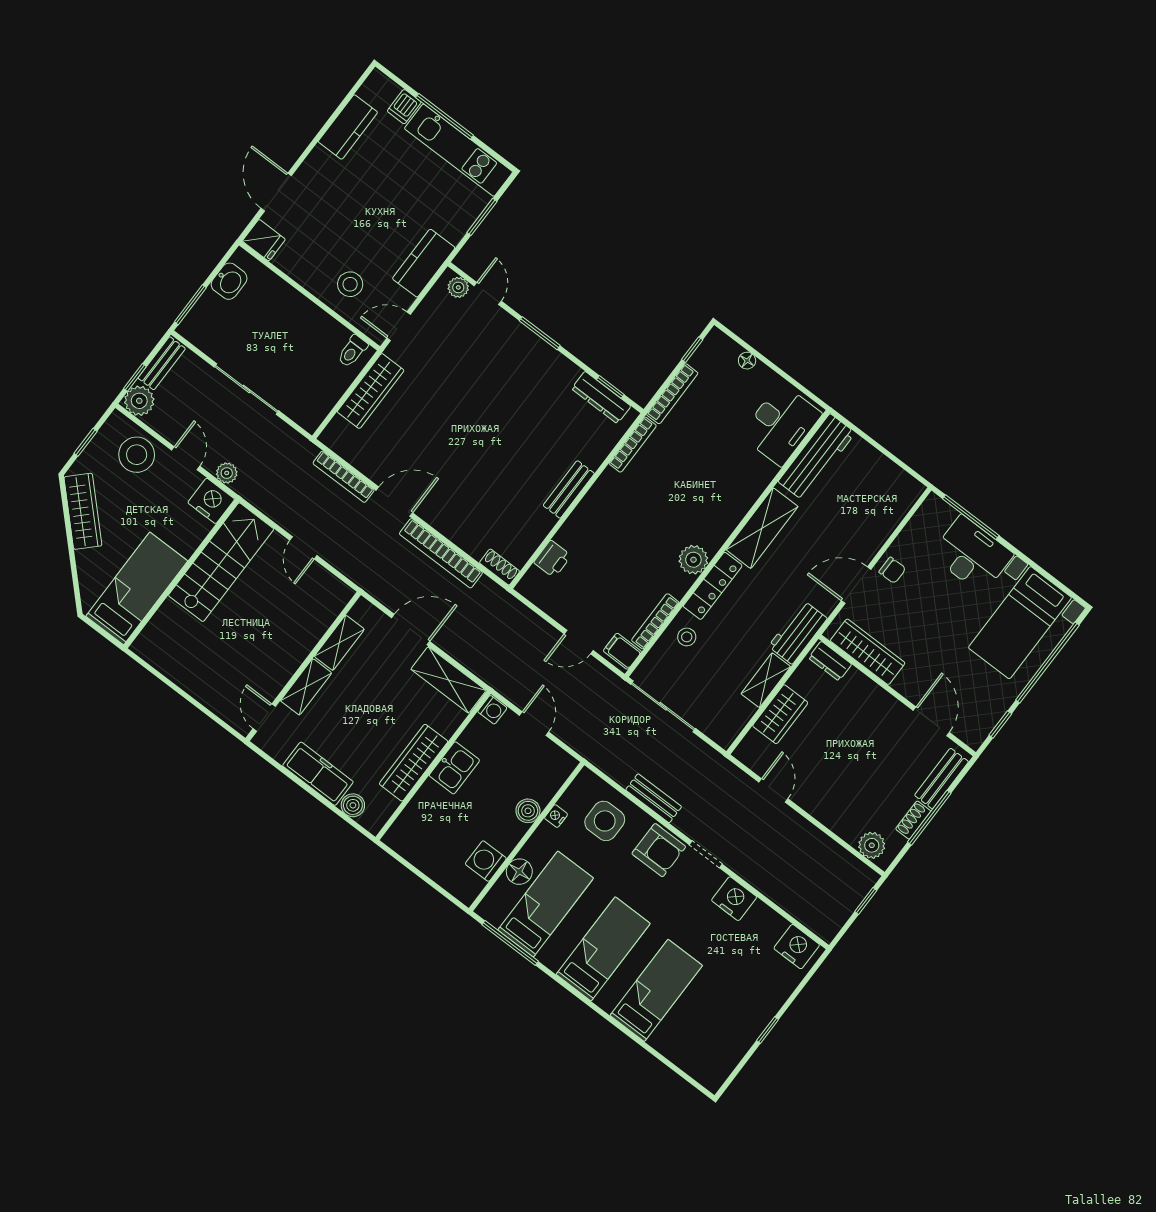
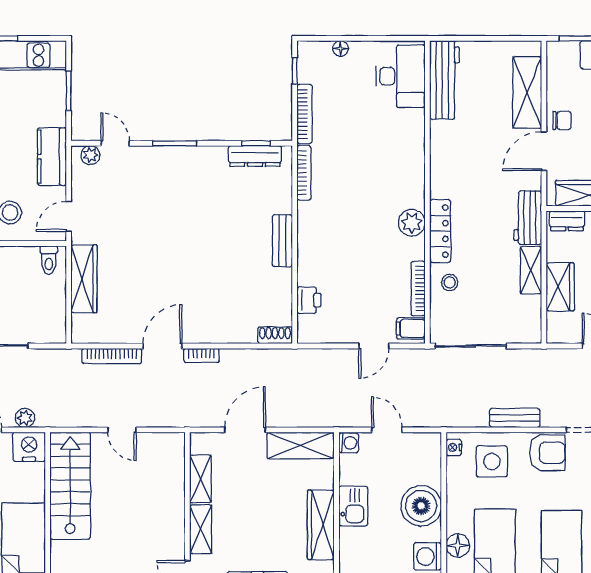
shelving: (762, 528) -> (527, 93), moved
bookcase: (441, 553) -> (201, 355), width x0.43, depth x0.76
boiler: (528, 811) -> (421, 506), width x1.86, depth x1.86
nightstand: (556, 816) -> (454, 447), moved

